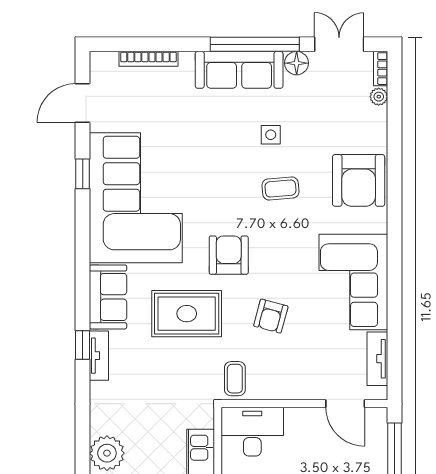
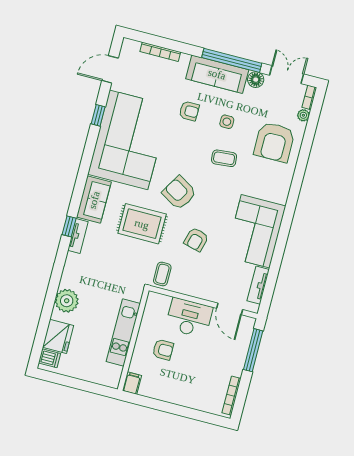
armchair: (212, 133) -> (189, 111), added
armchair: (359, 180) -> (274, 142), moved
armchair: (229, 255) -> (179, 193), turned -59
desk: (252, 432) -> (189, 318), moved

